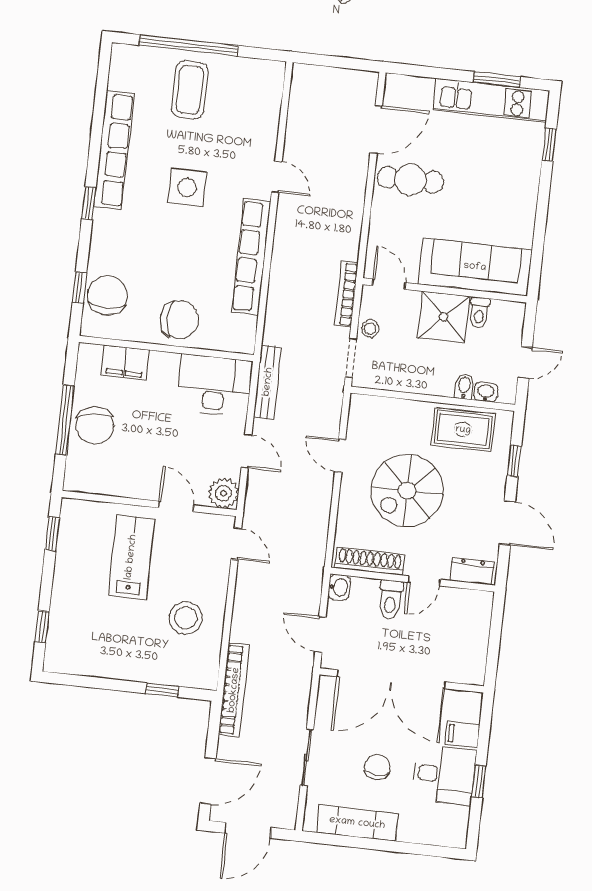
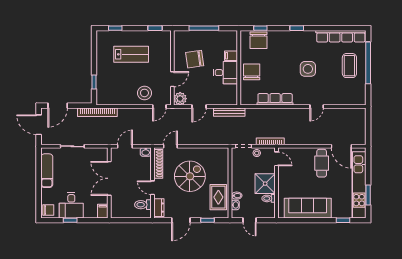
coffee table: (190, 90) -> (349, 66), turned 90
kitchen unit: (491, 100) -> (359, 185), width x1.36
row of seats: (114, 150) -> (341, 36), moved
row of seats: (251, 257) -> (275, 99), width x0.73
sofa: (475, 267) -> (308, 208), moved, turned -90
door: (389, 284) -> (276, 159), hinge flipped
chair: (107, 295) -> (259, 40), turned 90
chair: (179, 320) -> (252, 72), turned 180
filing cabinet: (125, 362) -> (231, 56), width x0.50
desk: (214, 385) -> (225, 73), moved, width x0.73
chair: (95, 426) -> (195, 59), moved
door: (340, 456) -> (170, 146), moved
spiral stairs: (407, 491) -> (190, 176), turned 90
lab bench: (131, 557) -> (131, 54), moved
toilet: (390, 600) -> (143, 205), moved
stool: (186, 618) -> (144, 93), moved
double door: (391, 679) -> (109, 178), width x0.73
filing cabinet: (462, 734) -> (103, 211), moved
chair: (377, 767) -> (48, 210), moved
door: (208, 781) -> (58, 106), hinge flipped

